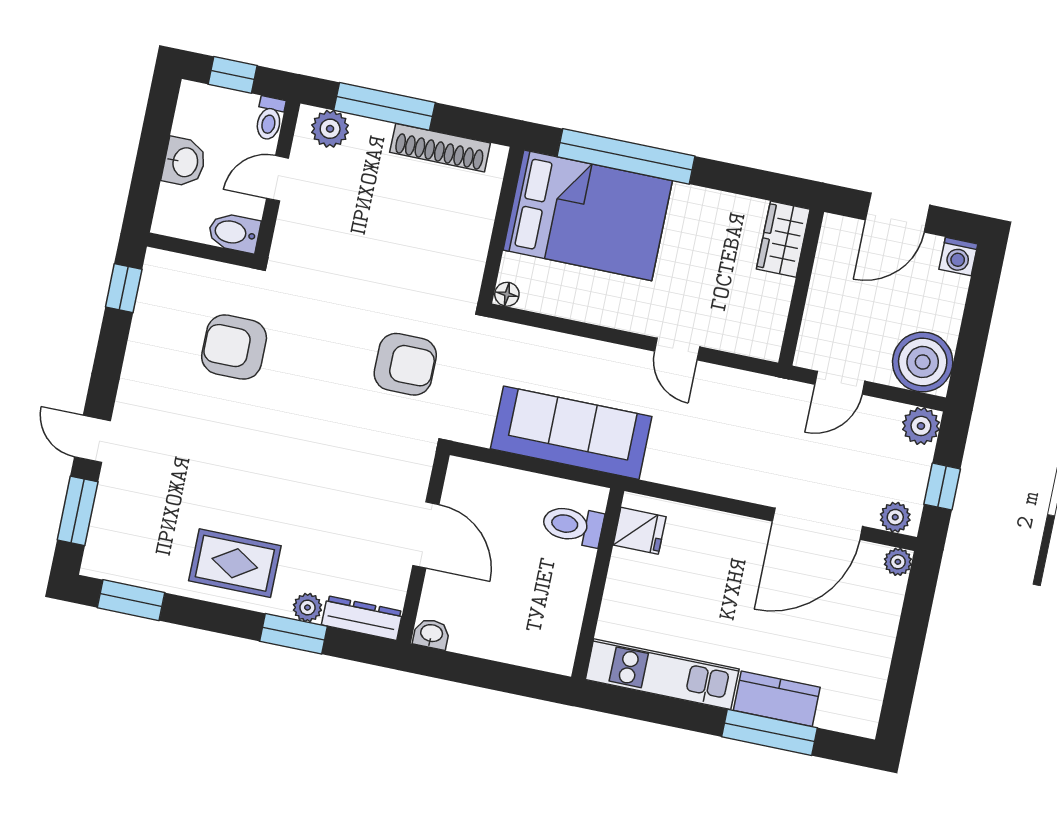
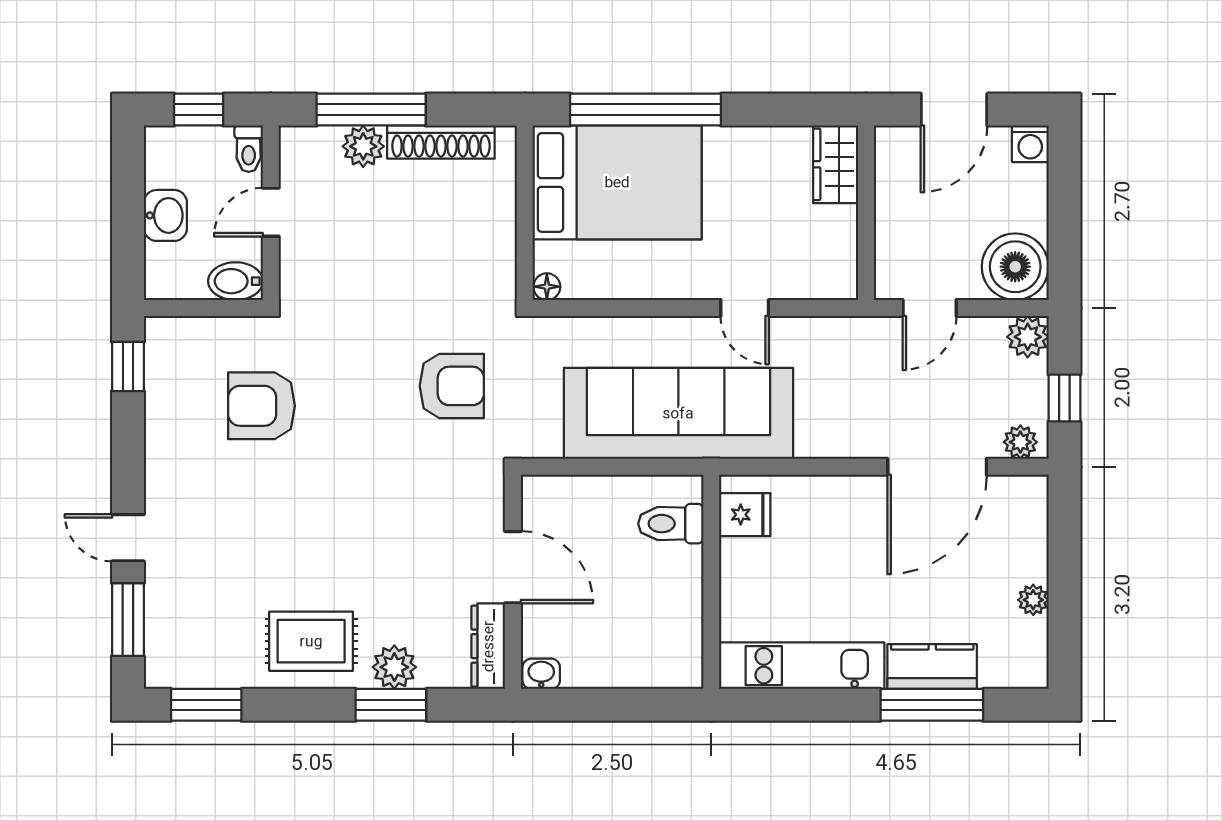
plant: (330, 129) -> (363, 146), moved
sofa: (571, 433) -> (678, 413), width x1.36, depth x1.27
plant: (898, 562) -> (1033, 600), moved
plant: (307, 607) -> (394, 667), width x1.38, depth x1.38
dresser: (362, 618) -> (488, 646), moved, turned -90

